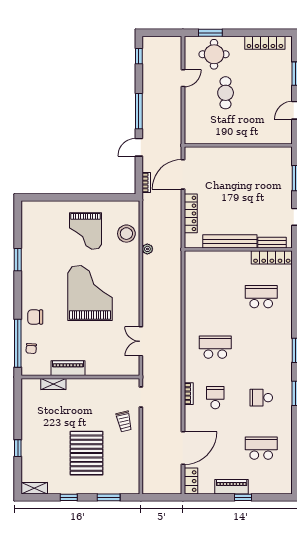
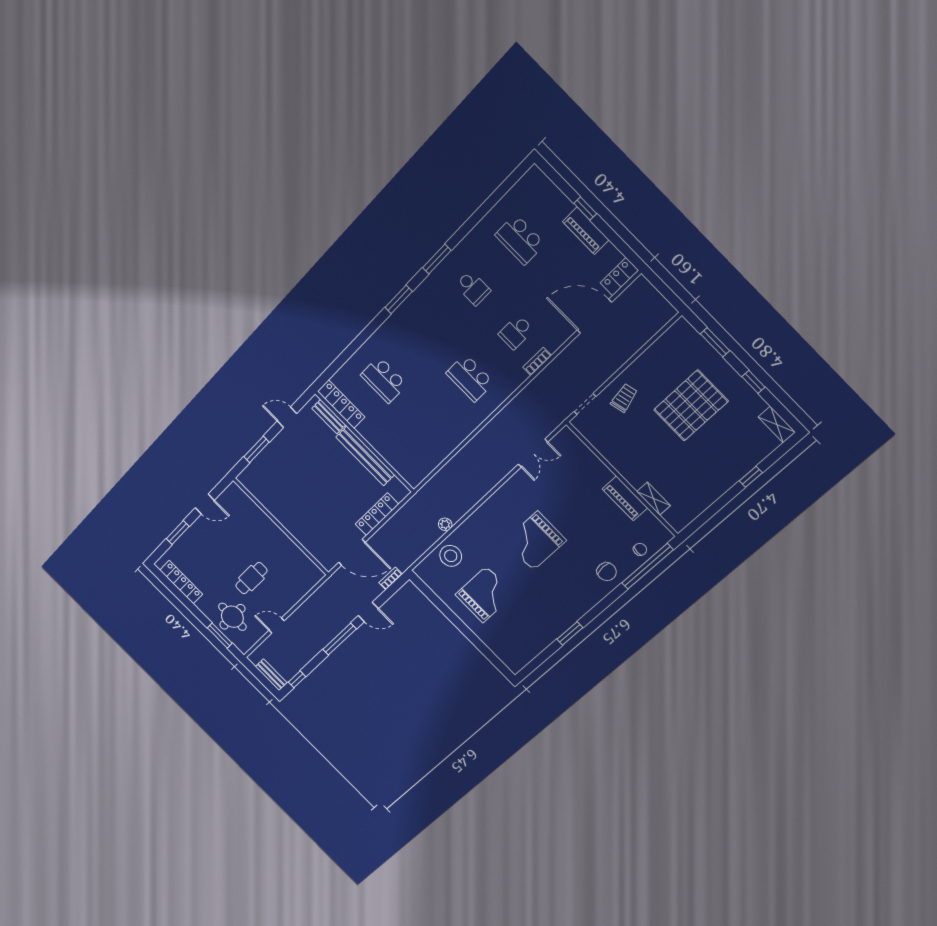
bench: (156, 42) -> (271, 675), added
grand piano: (90, 293) -> (535, 541), width x0.73, depth x0.68

